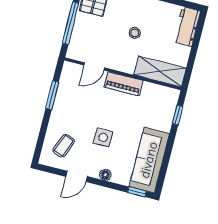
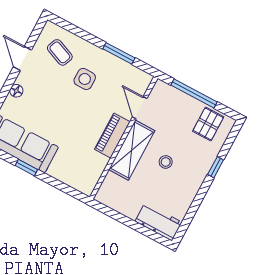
shelving: (160, 71) -> (132, 150), moved
window: (178, 115) -> (26, 168), moved
side table: (103, 137) -> (85, 79), moved

